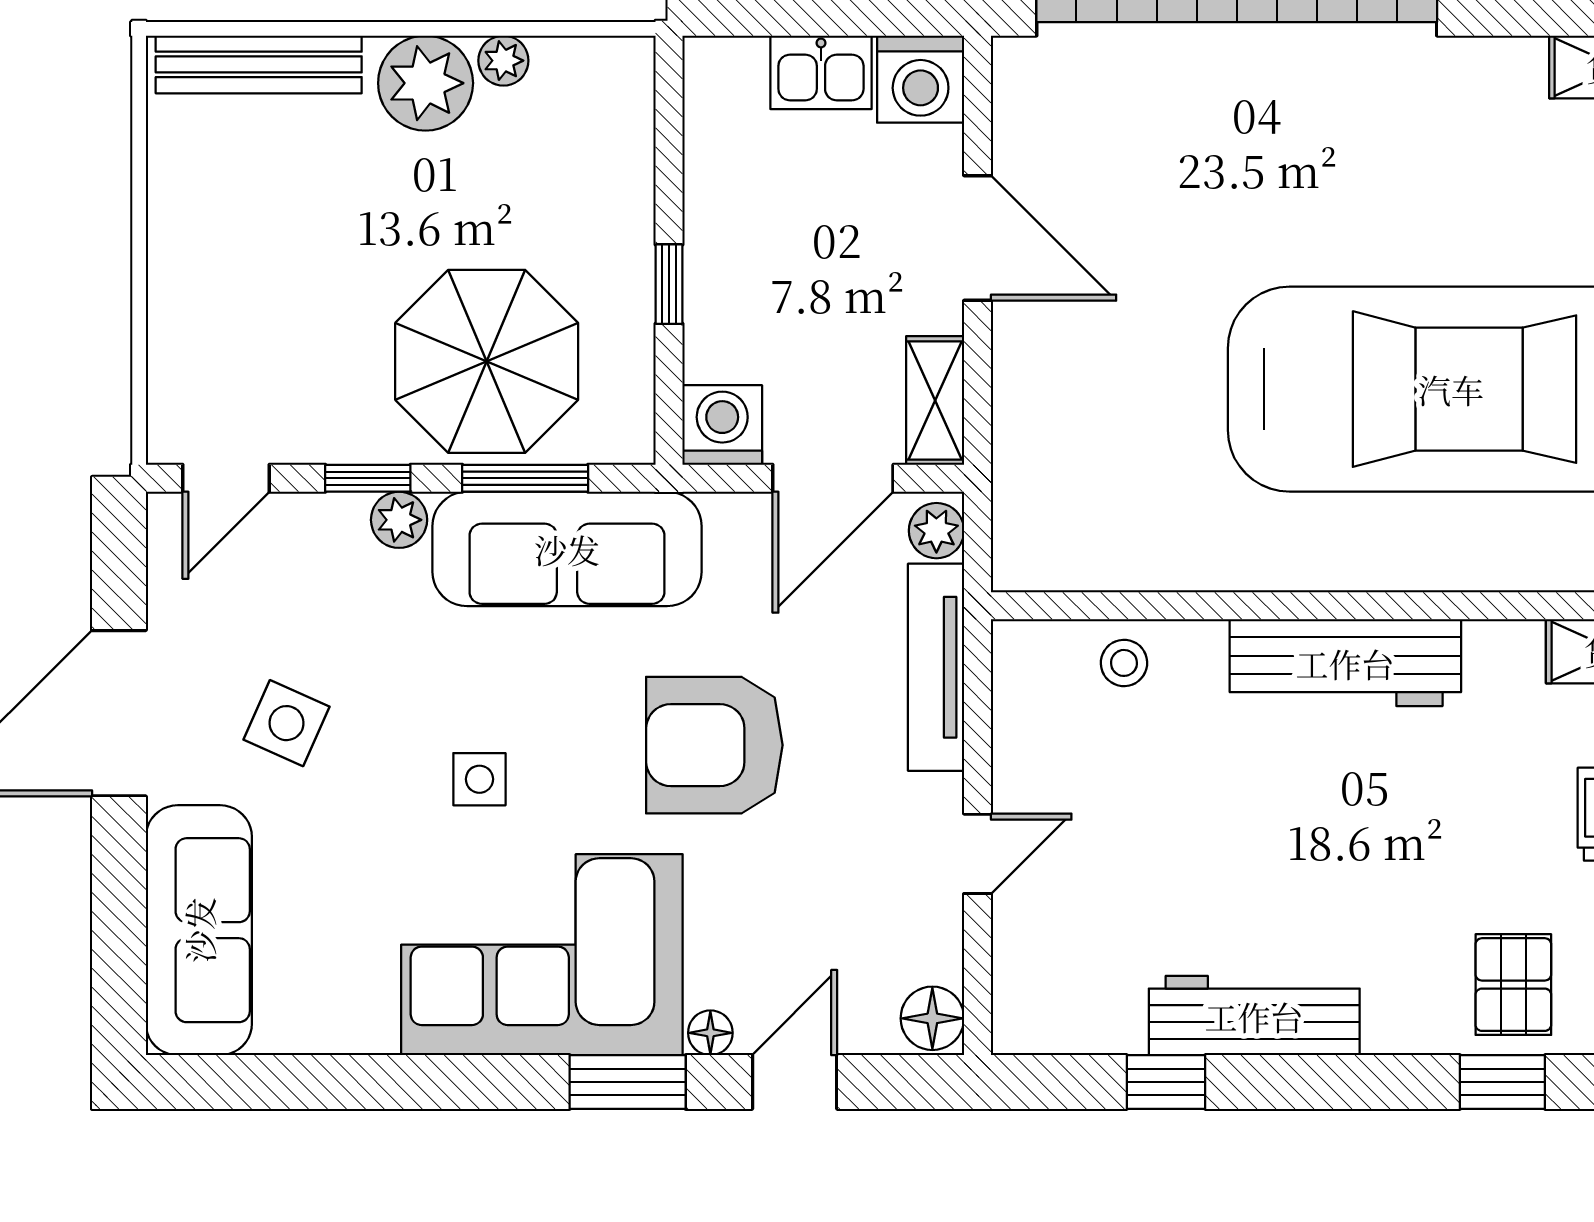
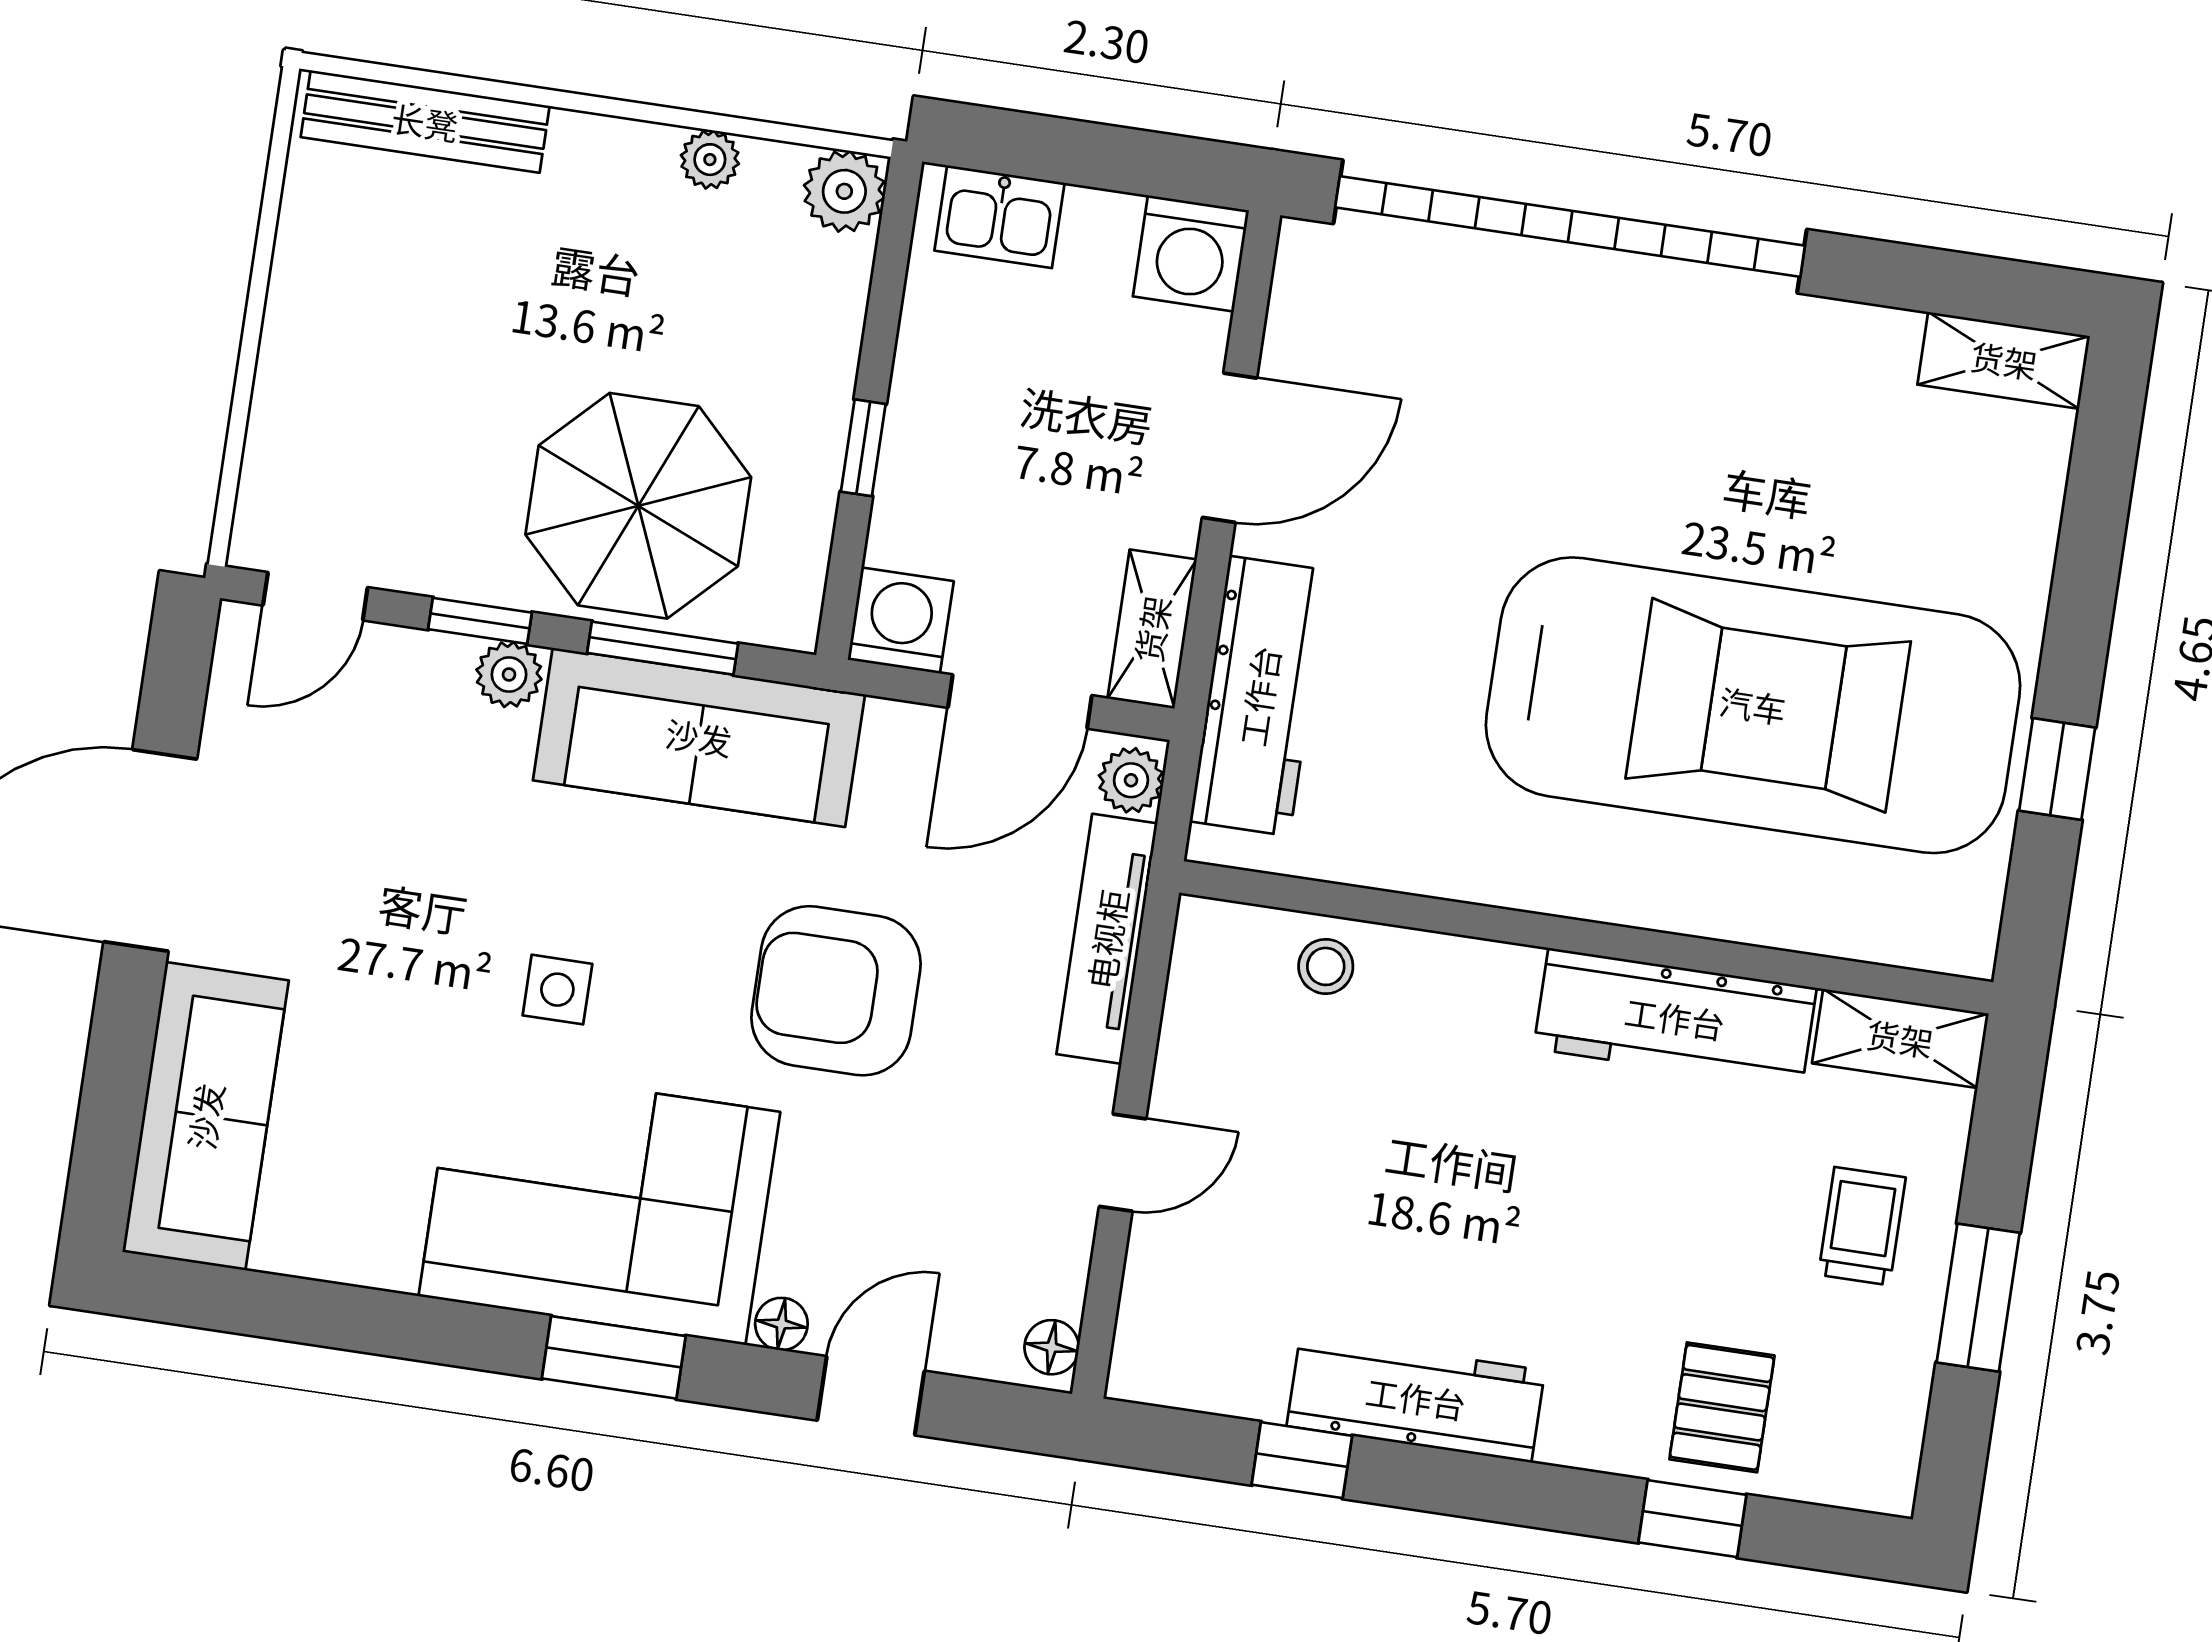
kitchen sink: (821, 72) -> (999, 217), moved
plant: (426, 83) -> (844, 191), moved, width x0.73, depth x0.73
door: (978, 238) -> (1229, 448), hinge flipped
workbench: (1034, 443) -> (1259, 696), added
workbench: (1345, 663) -> (1675, 1018), moved
side table: (287, 723) -> (343, 891), removed
floor lamp: (932, 1018) -> (1052, 1347), width x0.73, depth x0.73
window: (628, 1082) -> (614, 1357), moved

